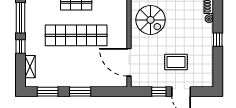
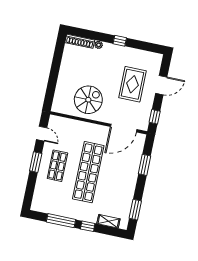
rug: (176, 62) -> (132, 84), width x1.36, depth x1.43
window: (80, 92) -> (145, 165), moved
window: (159, 92) -> (155, 117), moved

